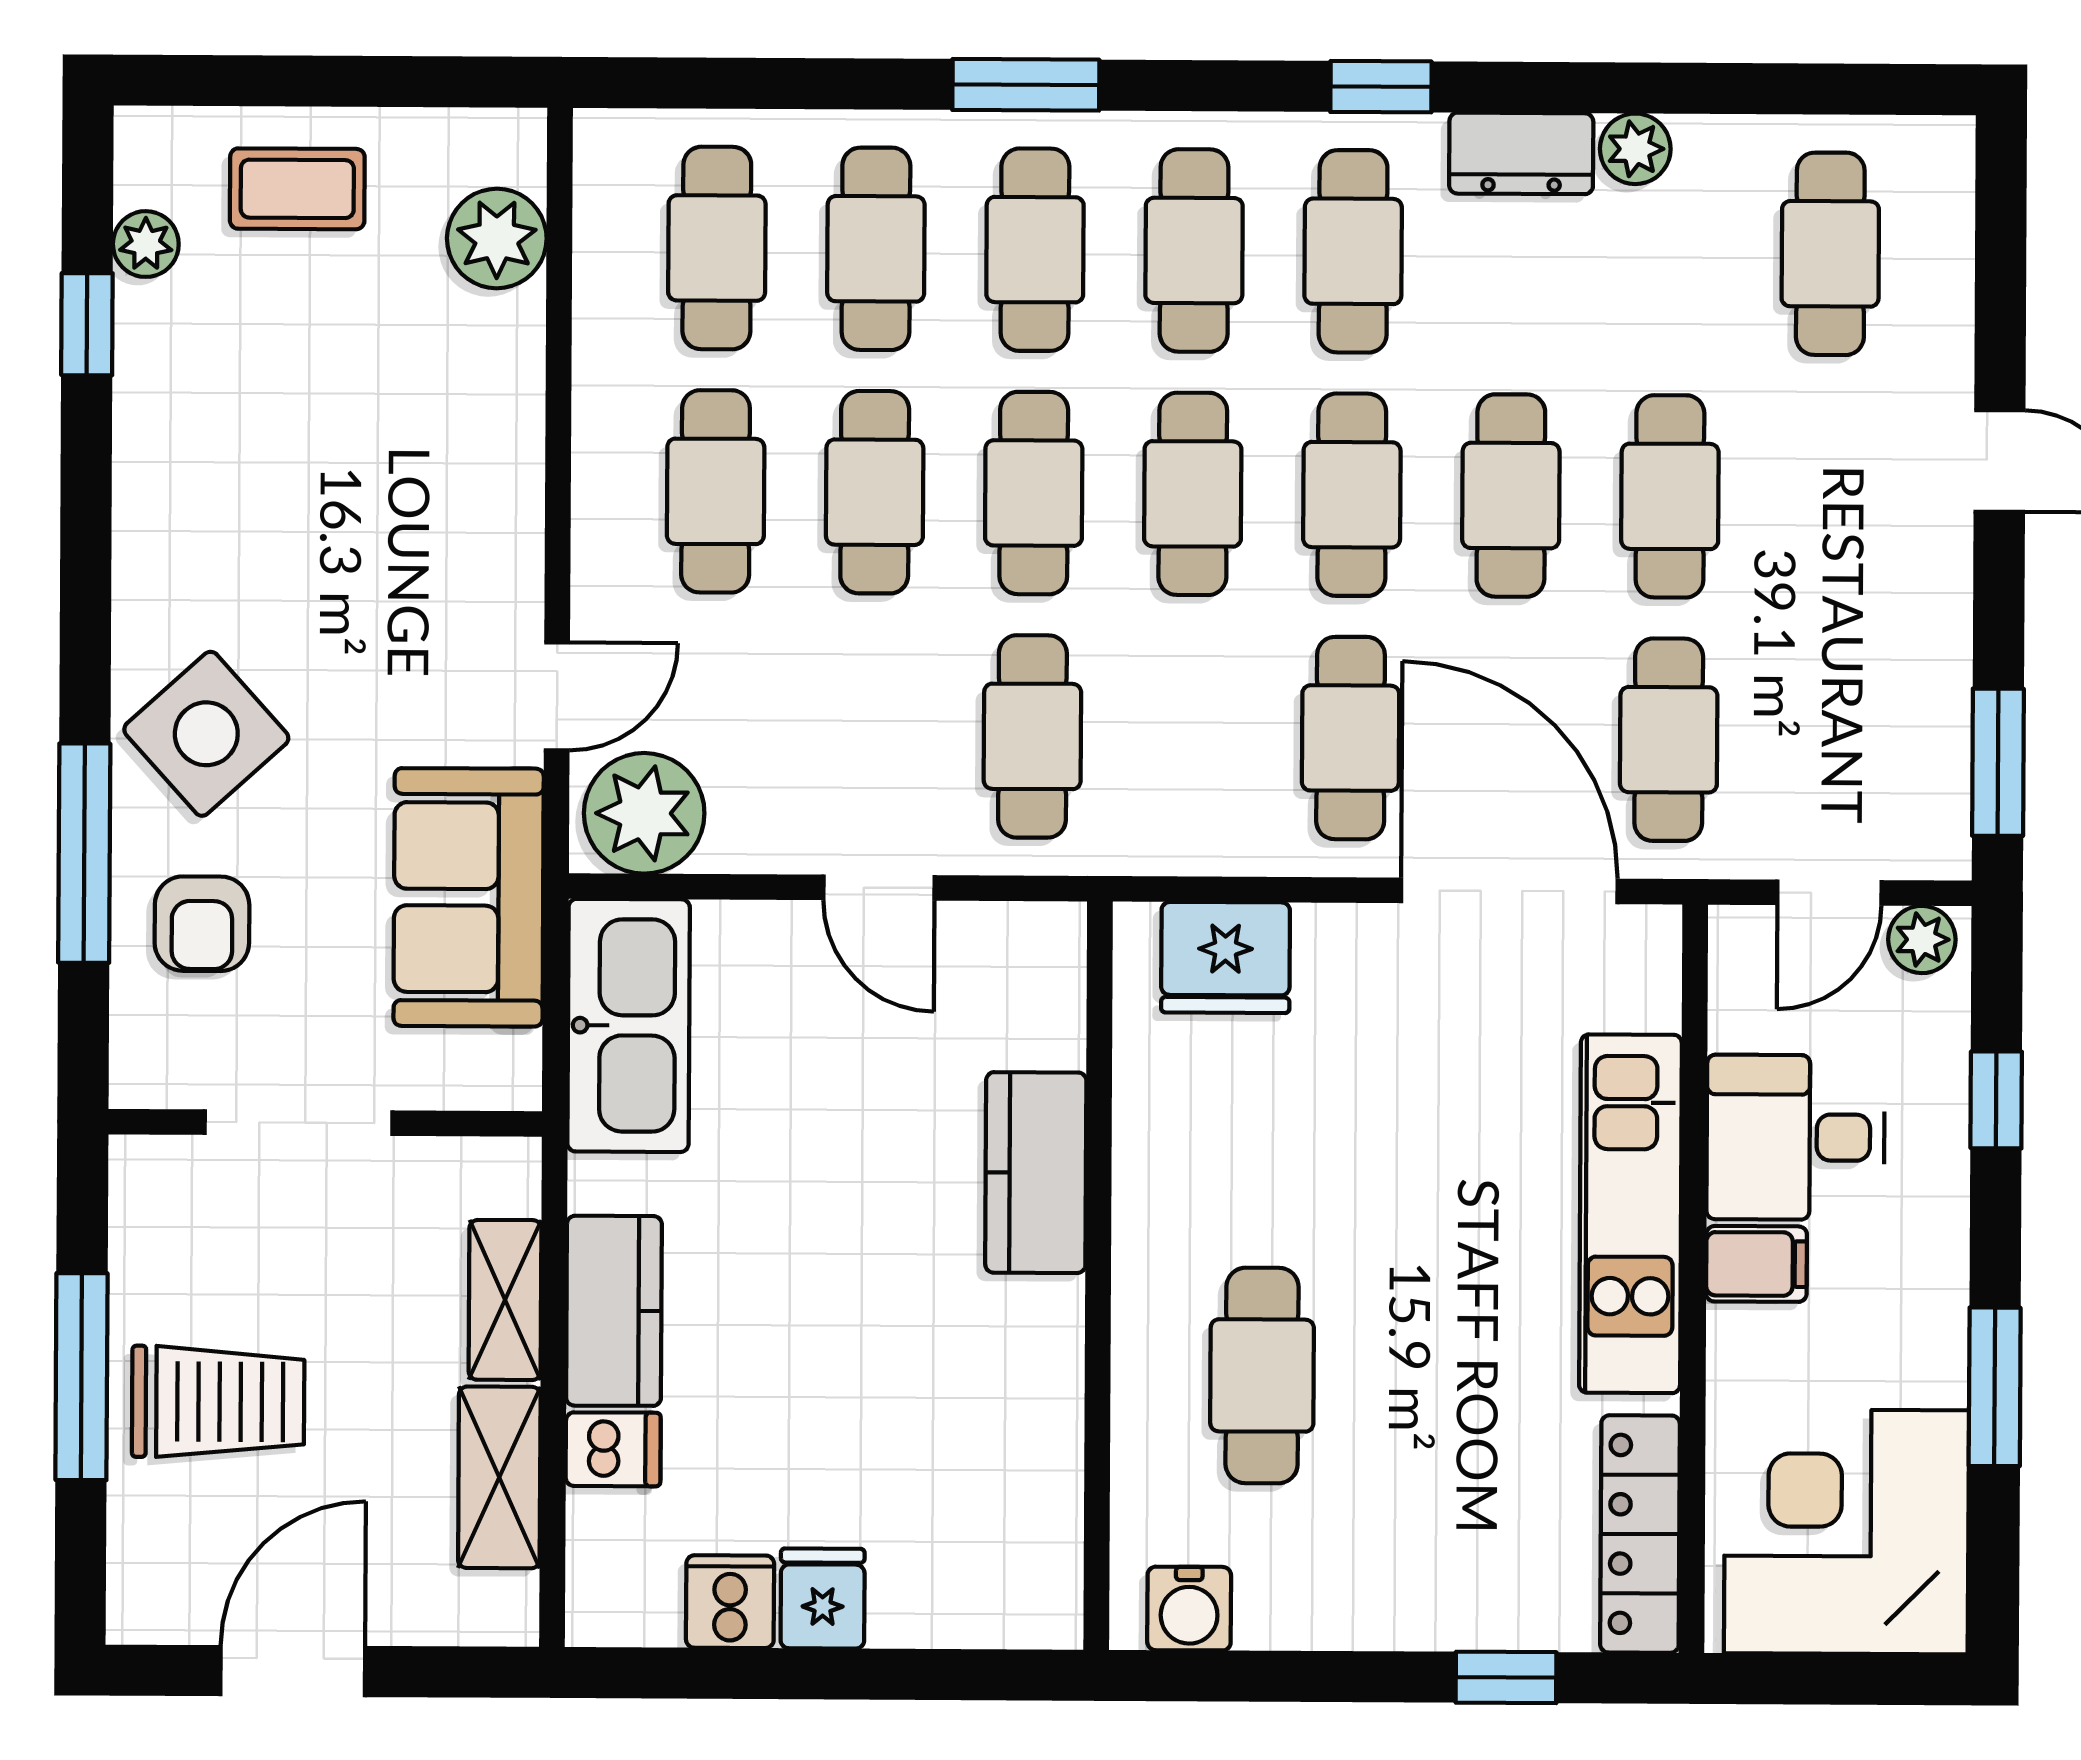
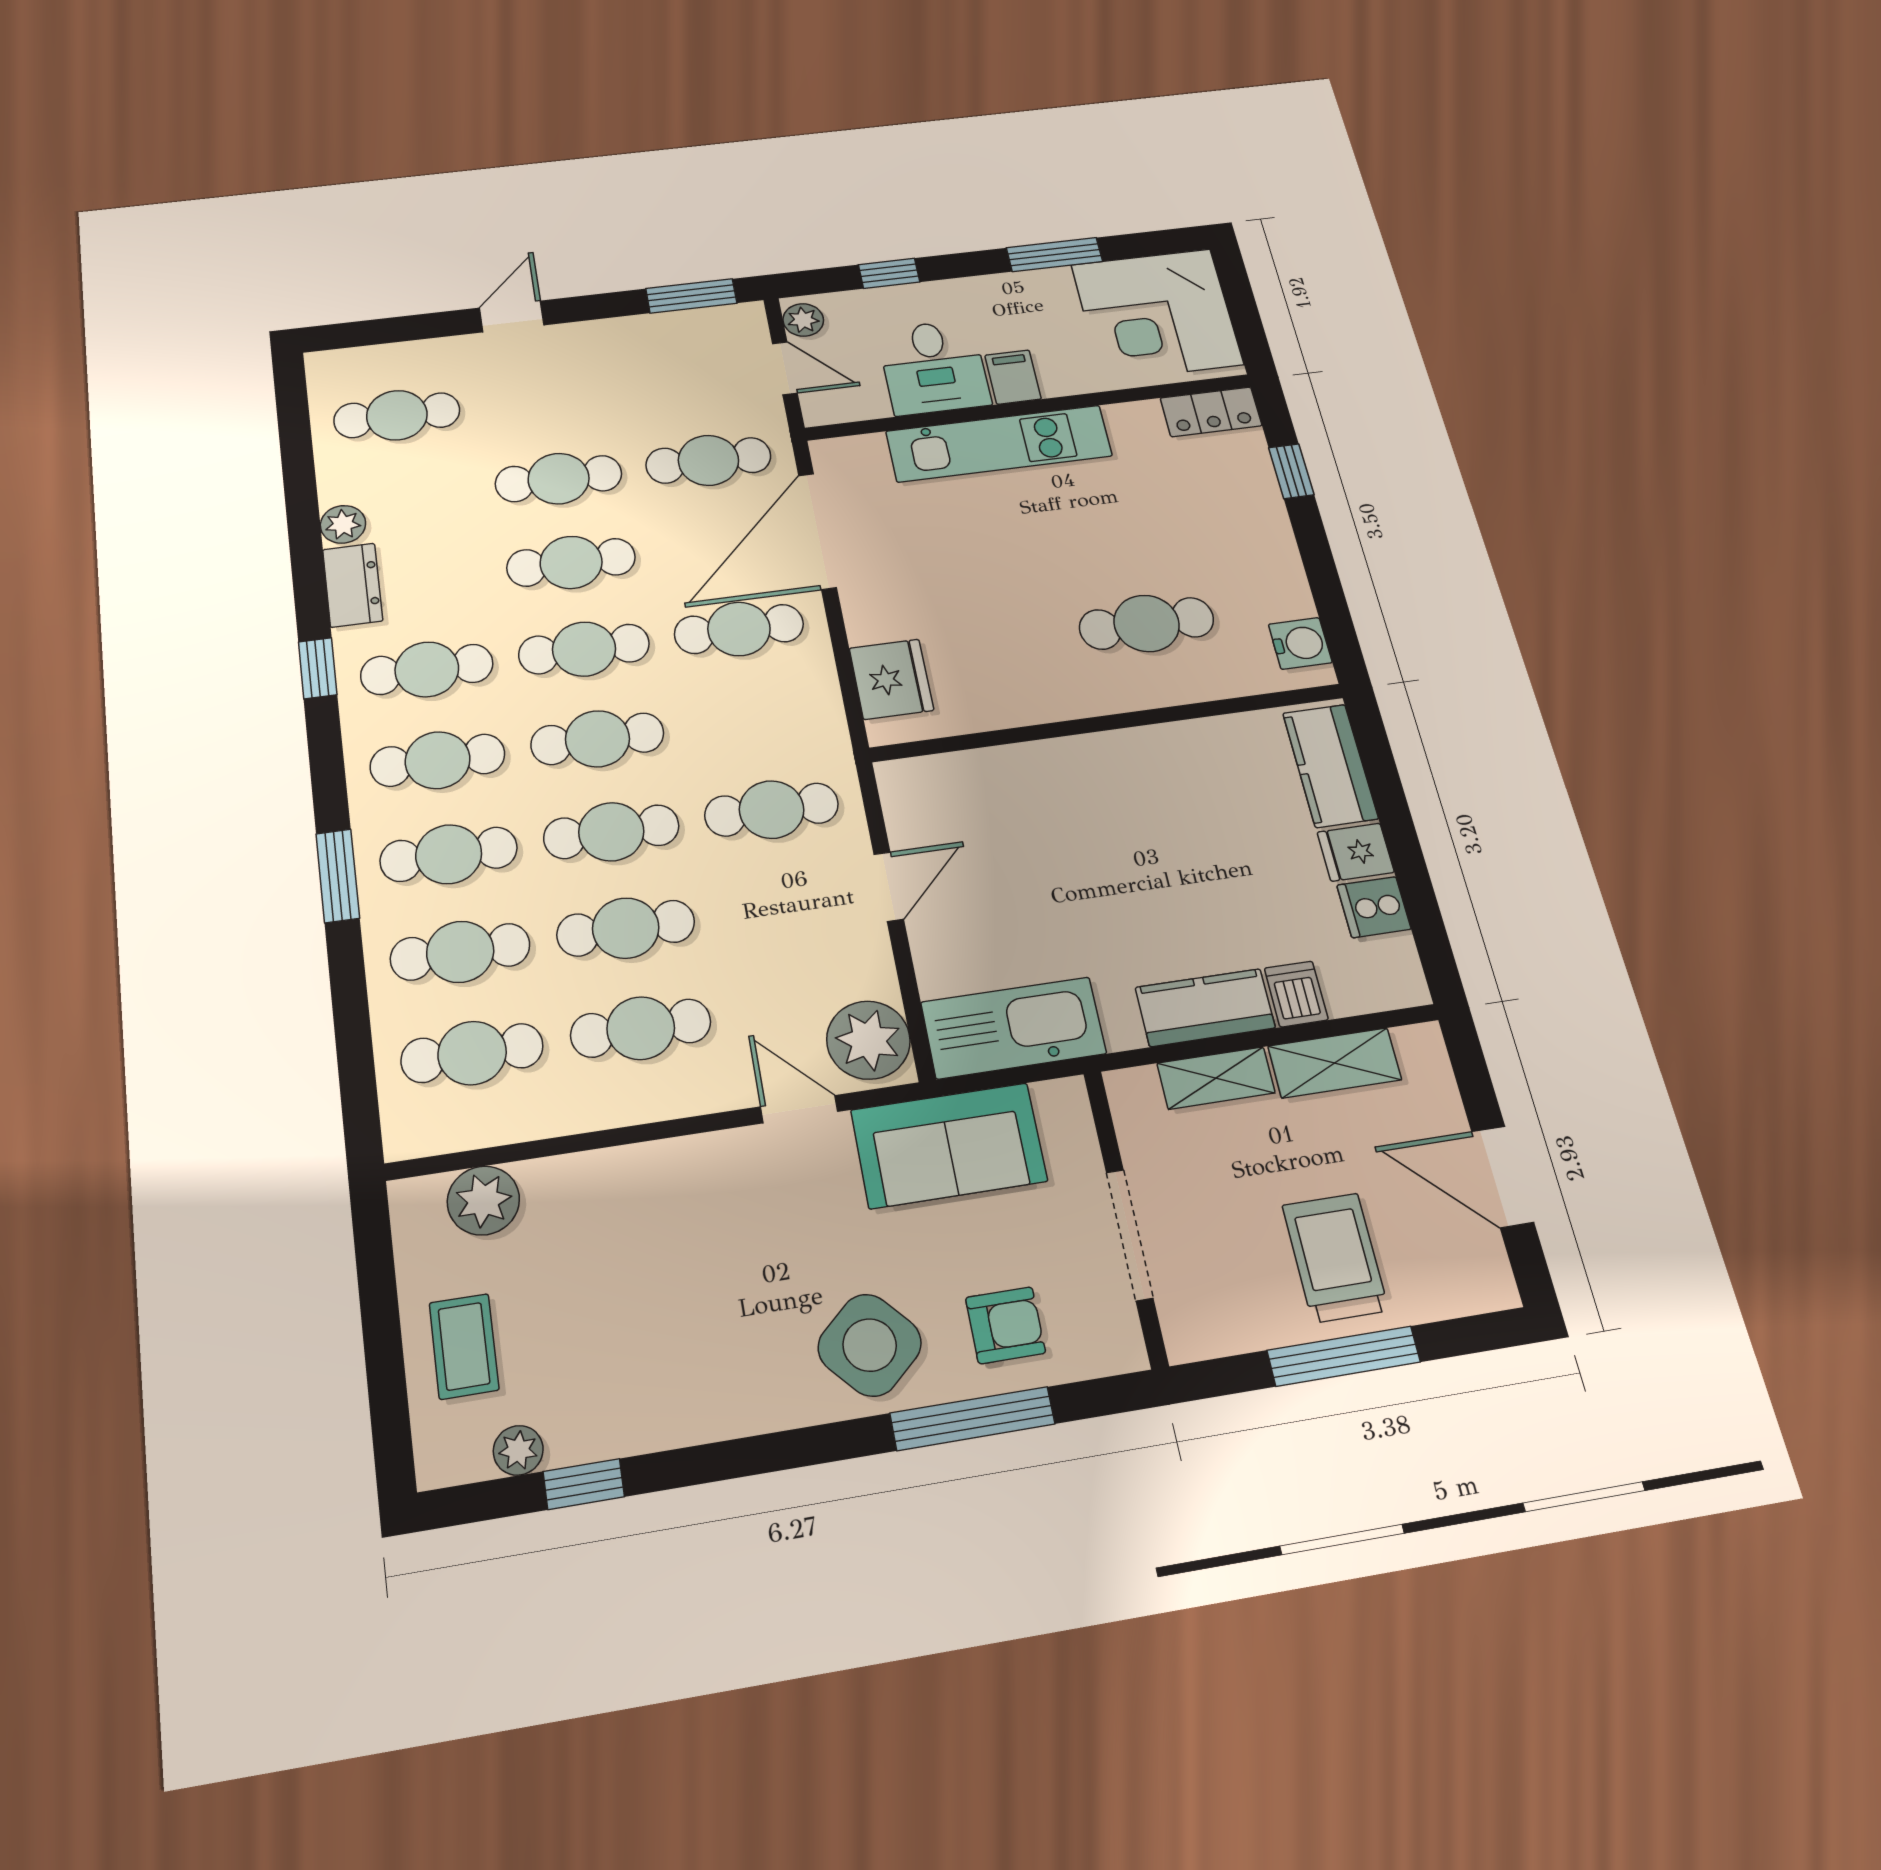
kitchen counter: (1036, 1173) -> (1330, 766), moved, turned 90
locker: (1640, 1534) -> (1211, 412), width x0.66

